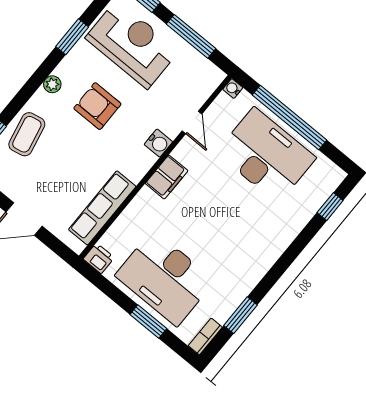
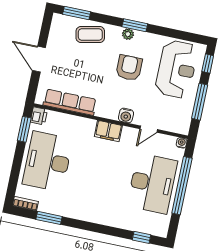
window: (72, 37) -> (135, 25), moved
window: (148, 321) -> (24, 129), moved

